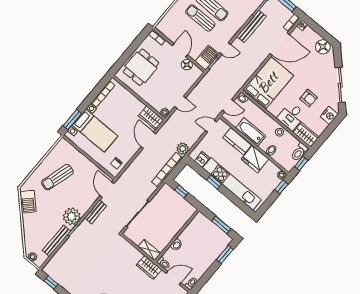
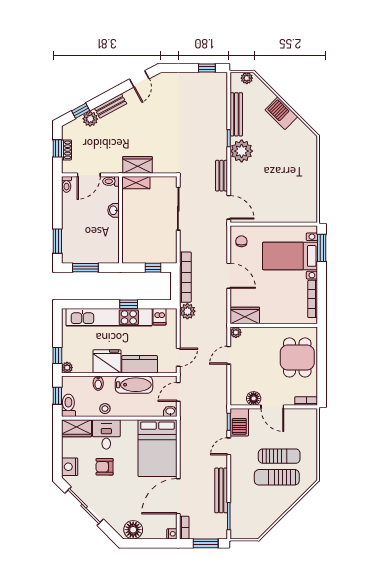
door: (148, 140) -> (229, 276), moved
sun lounger: (57, 177) -> (288, 178), removed
barbecue: (28, 202) -> (281, 113), moved
wardrobe: (149, 267) -> (137, 165), moved

